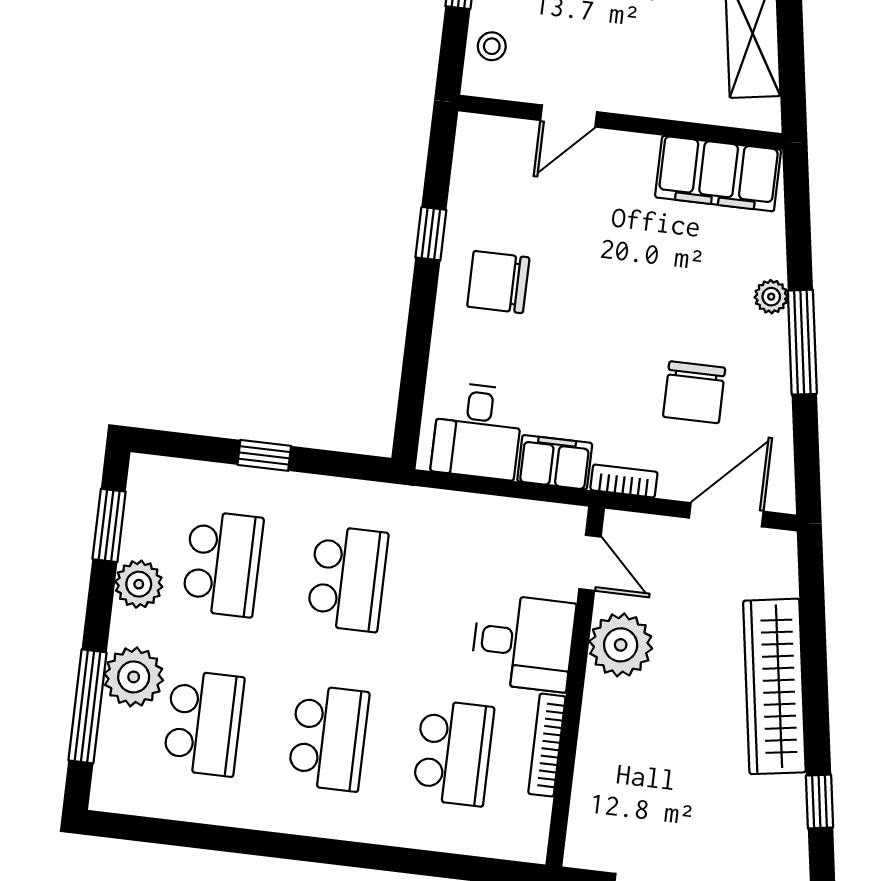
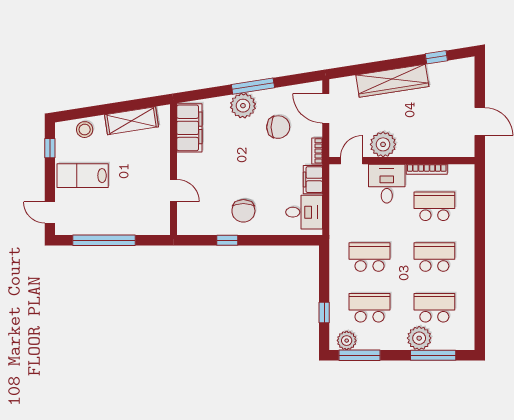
stool: (492, 46) -> (149, 225), removed
plant: (771, 297) -> (243, 106), width x1.88, depth x1.88
window: (264, 455) -> (324, 312), moved
window: (109, 525) -> (360, 355), width x1.44
plant: (139, 584) -> (347, 341), moved

